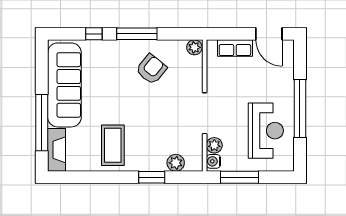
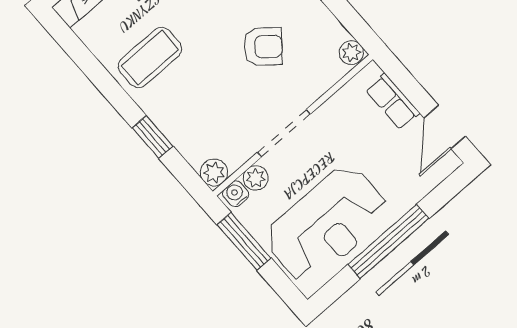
armchair: (151, 69) -> (263, 47), moved
reception desk: (266, 131) -> (327, 224), width x1.36, depth x1.30
plant: (176, 163) -> (214, 173), moved

